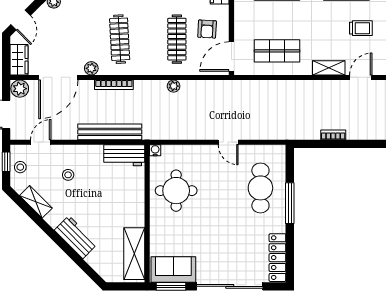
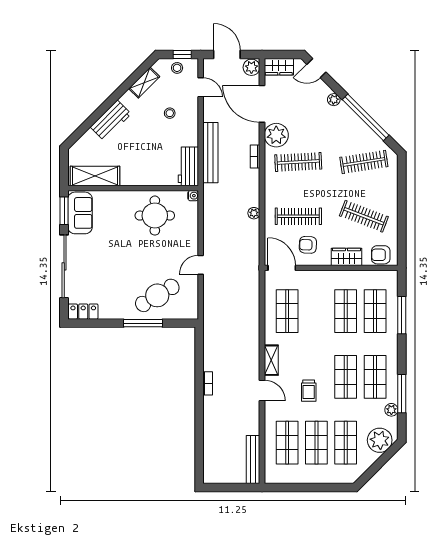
plant: (91, 68) -> (276, 135), width x1.87, depth x1.87
bookcase: (114, 85) -> (255, 157), width x0.64
bookcase: (333, 135) -> (208, 383), moved
cafe table: (260, 188) -> (157, 295), turned -31
locker: (277, 258) -> (83, 312), width x0.66

